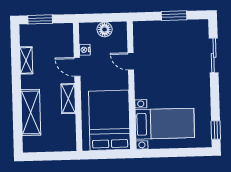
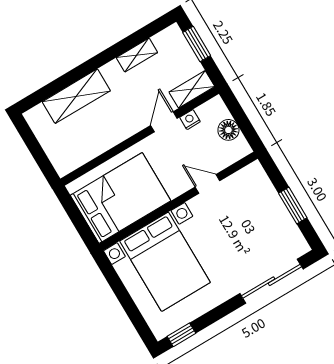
sliding door: (214, 55) -> (271, 281), width x1.37
door: (131, 61) -> (207, 184), hinge flipped
shelving: (68, 99) -> (192, 89), moved
bed with nightstands: (165, 124) -> (165, 262), width x1.36

